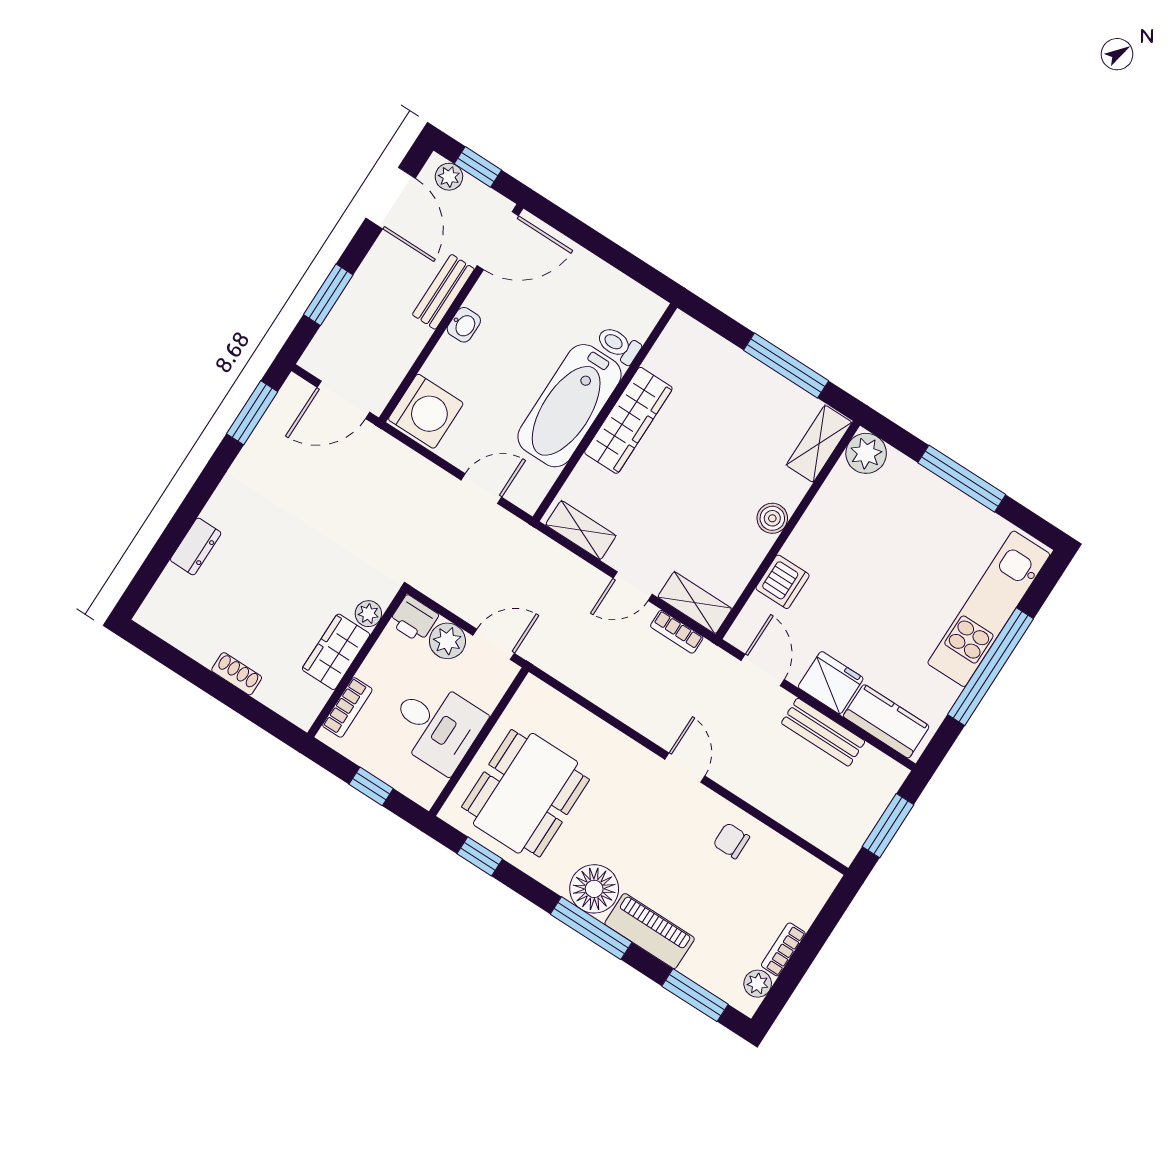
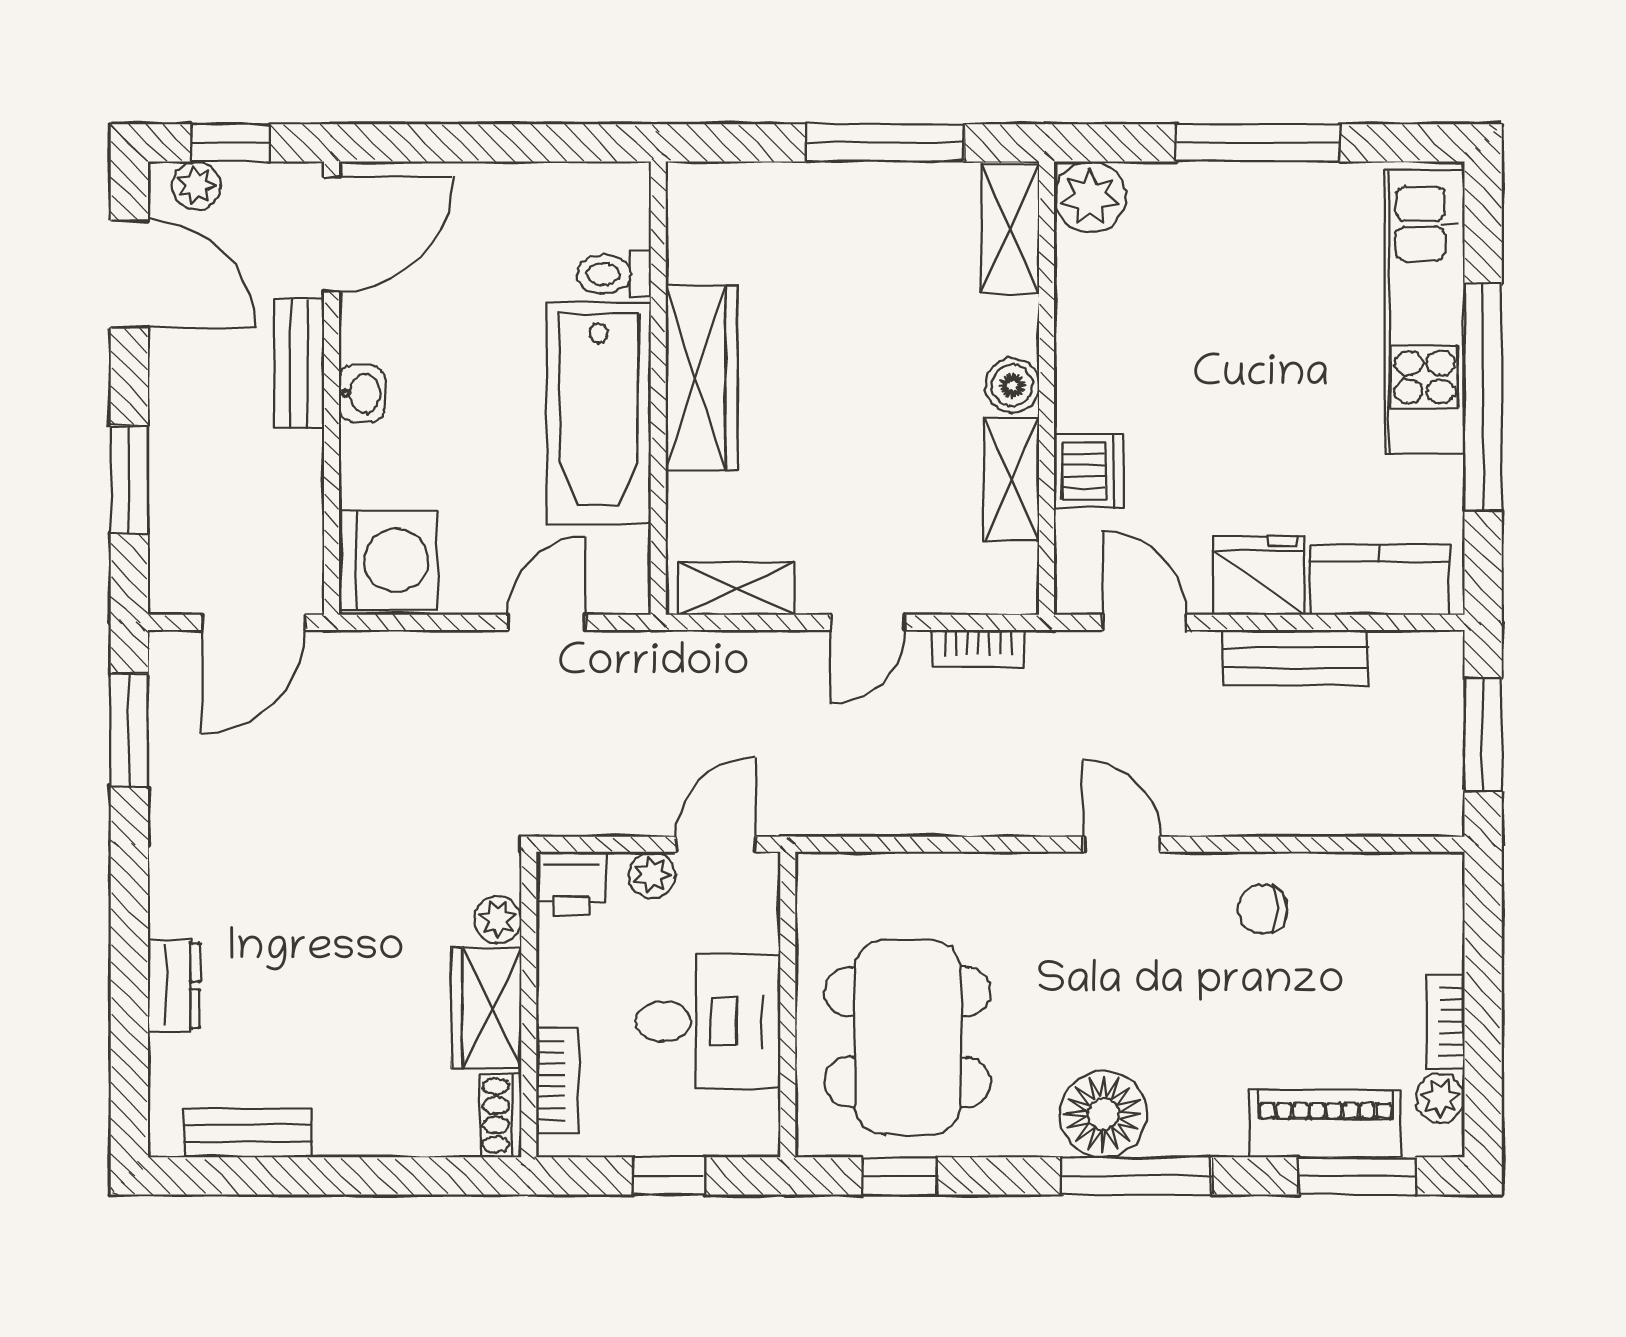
shelving: (695, 603) -> (1011, 479), moved, turned 90
bench: (186, 638) -> (247, 1133), added
plant: (447, 641) -> (652, 875), width x0.73, depth x0.73
shoe rack: (237, 674) -> (501, 1115), moved, turned -90
piano: (650, 931) -> (1326, 1124), moved

